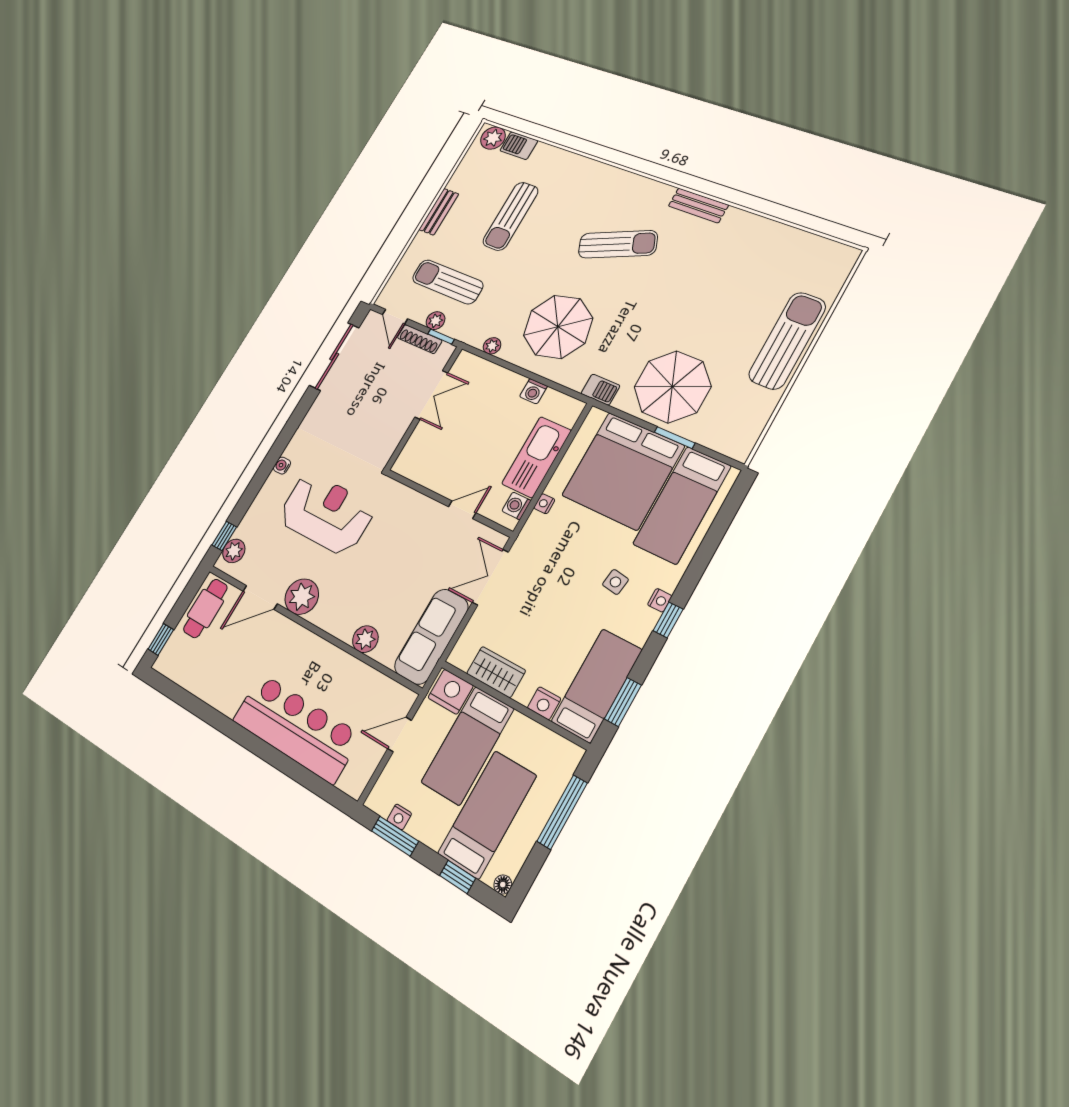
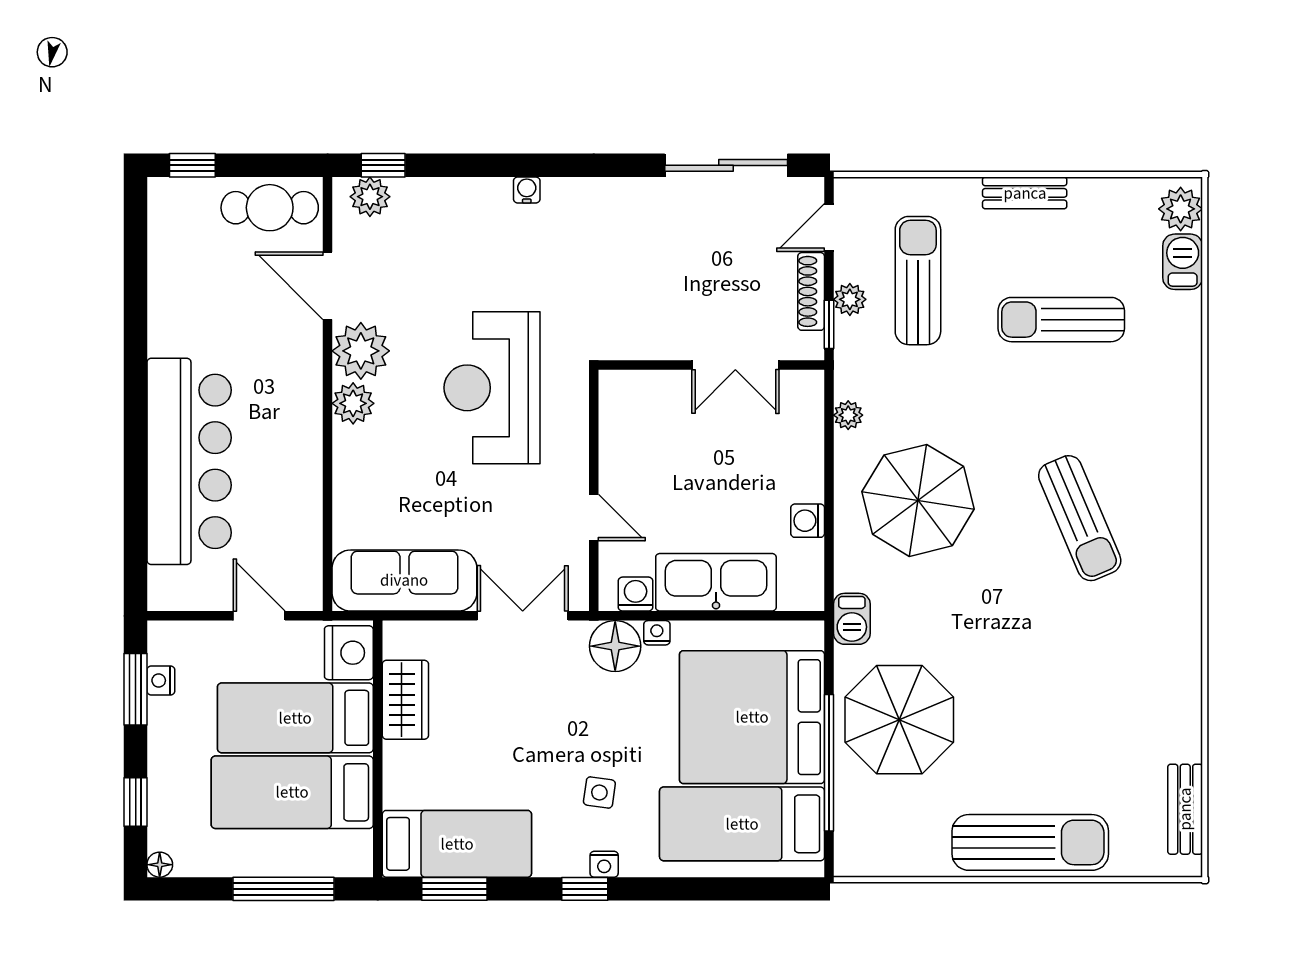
bench: (698, 205) -> (1185, 809), moved
window: (675, 438) -> (829, 763), width x2.11
reception desk: (326, 513) -> (492, 388), moved, turned 180
floor lamp: (538, 531) -> (615, 646), added
plant: (365, 639) -> (353, 403), moved
nightstand: (544, 703) -> (400, 788), removed
bed: (487, 815) -> (292, 792), moved, turned 180

